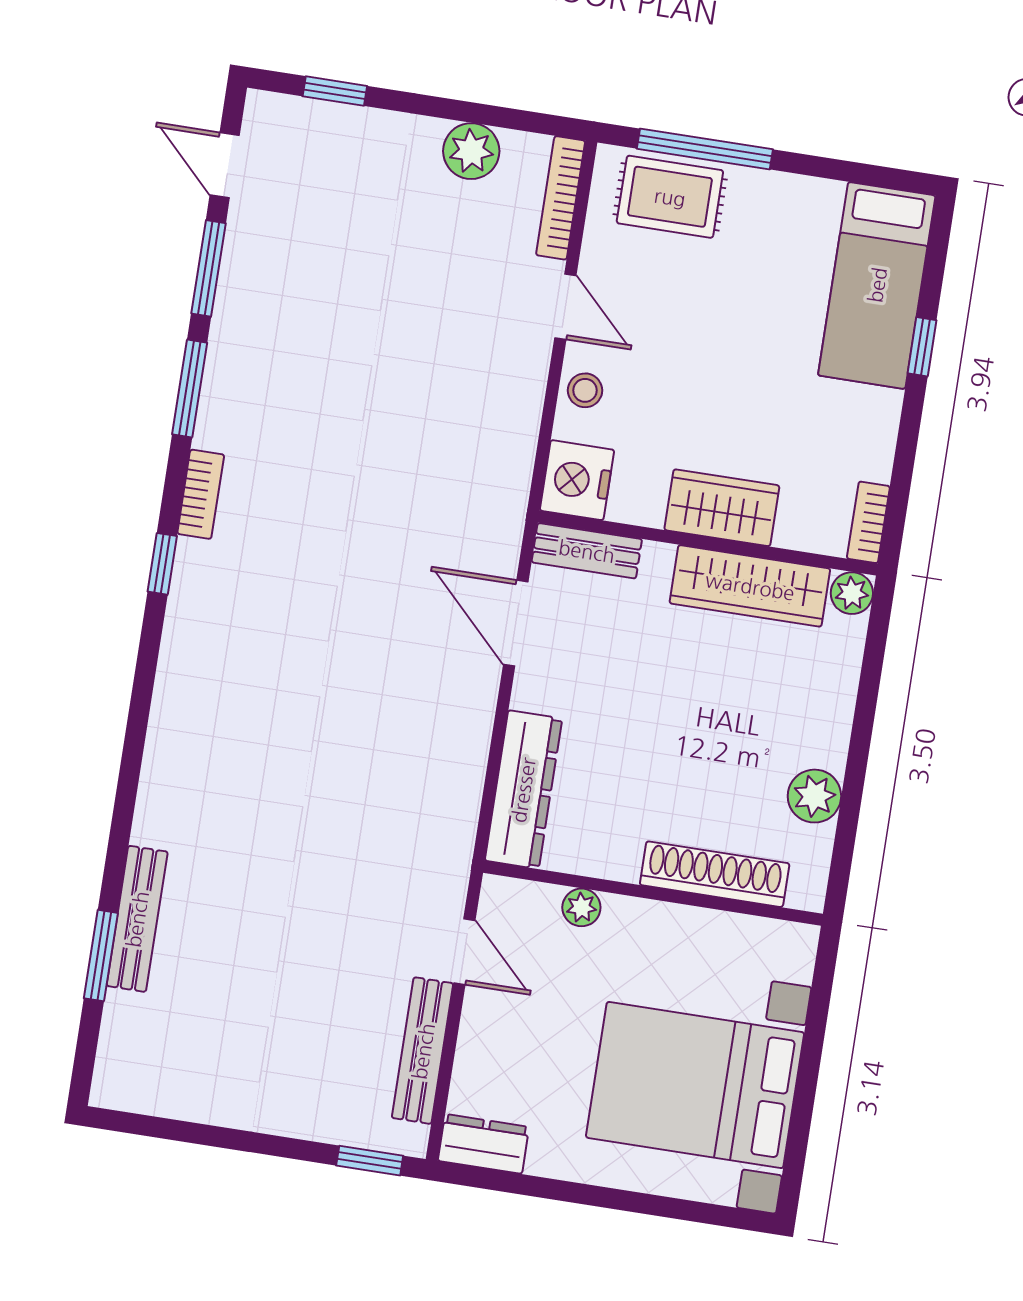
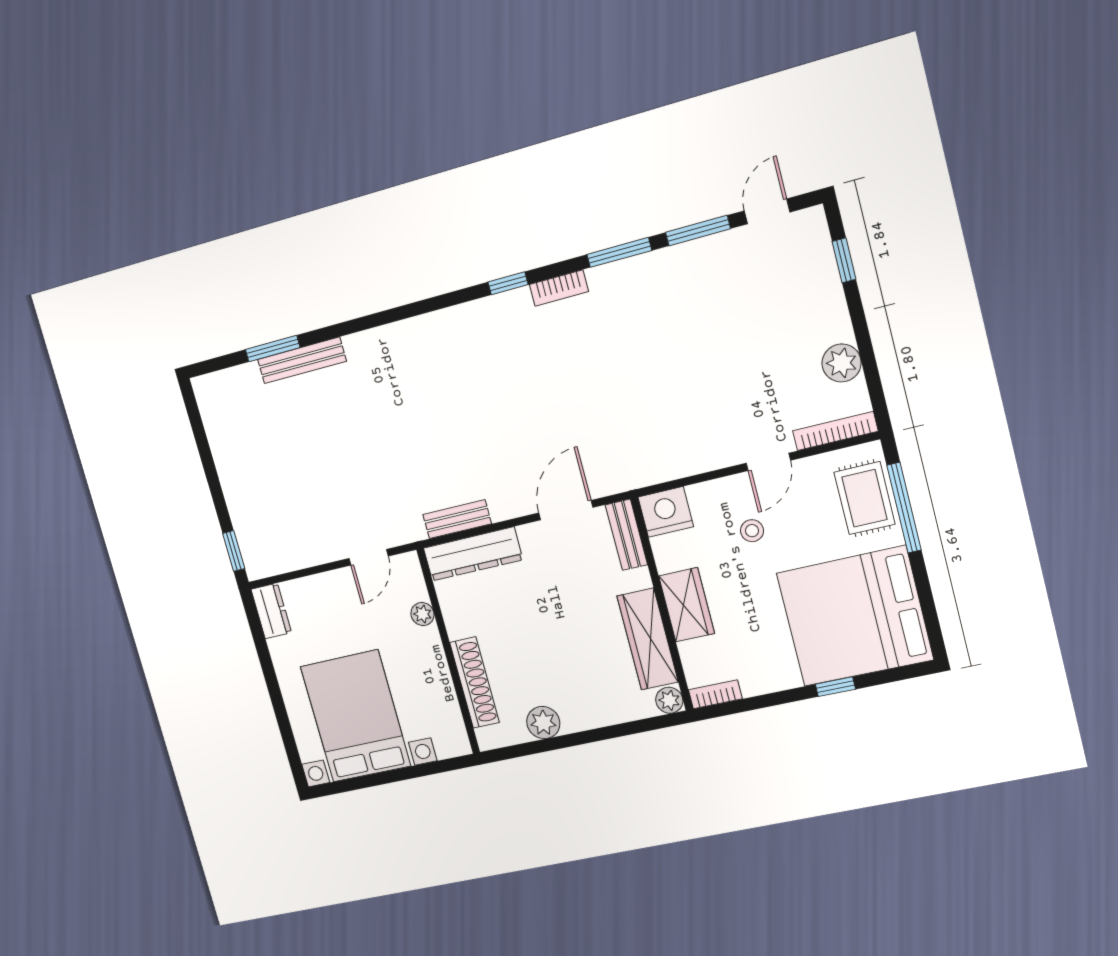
bed: (877, 285) -> (855, 616), width x2.04
stool: (585, 390) -> (752, 531), moved
bench: (423, 1051) -> (457, 519), moved, width x0.73

